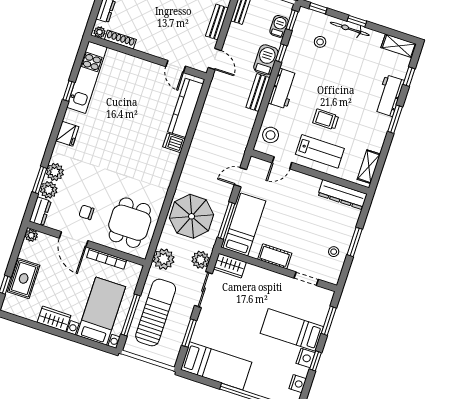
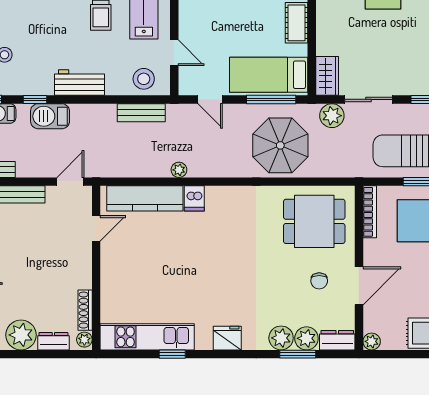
bench: (258, 93) -> (141, 113), moved
bookcase: (107, 259) -> (370, 212), moved
plant: (164, 259) -> (179, 170), moved, width x0.53, depth x0.53

